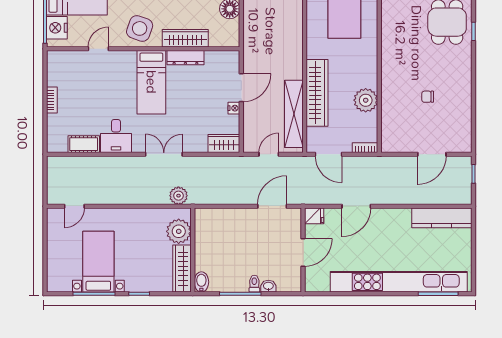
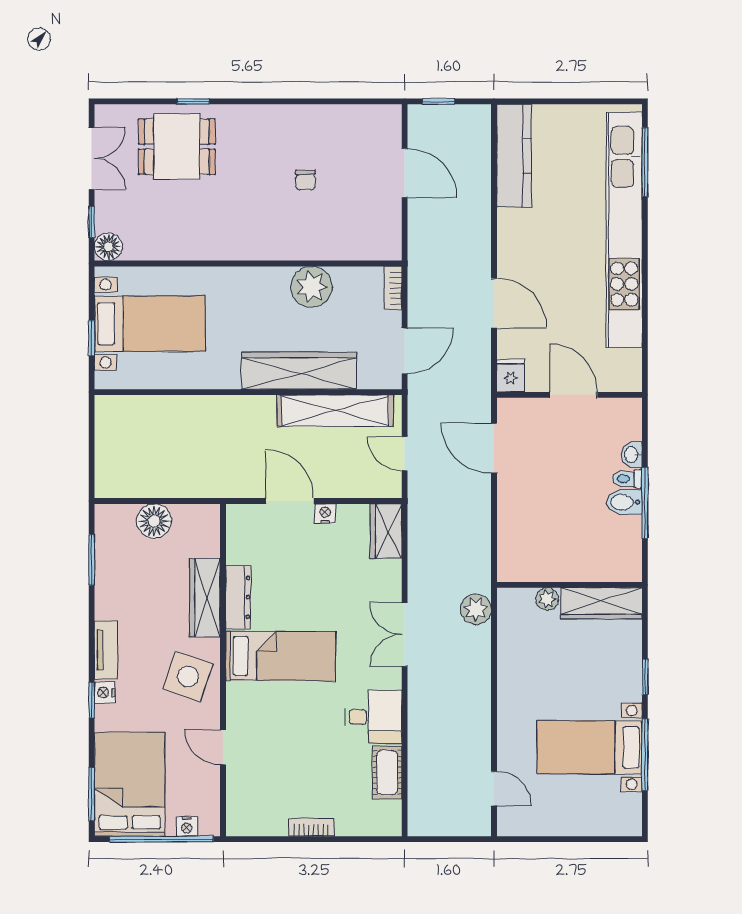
nightstand: (57, 28) -> (187, 827), width x0.53, depth x0.56
plant: (179, 231) -> (547, 599), width x0.53, depth x0.53
bidet: (201, 282) -> (624, 502), moved

